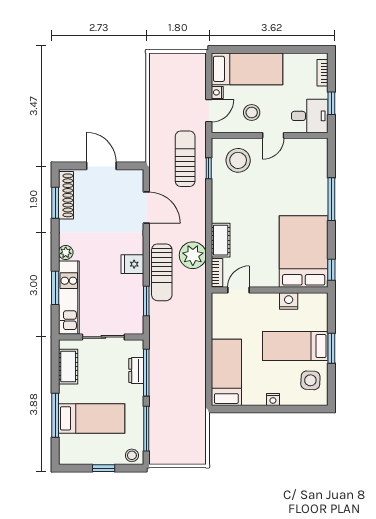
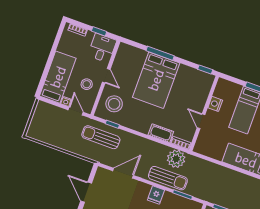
door: (101, 166) -> (86, 192), hinge flipped
bed: (304, 252) -> (156, 80), moved, turned -90
plant: (193, 255) -> (176, 159), moved
door: (238, 290) -> (201, 121), moved

